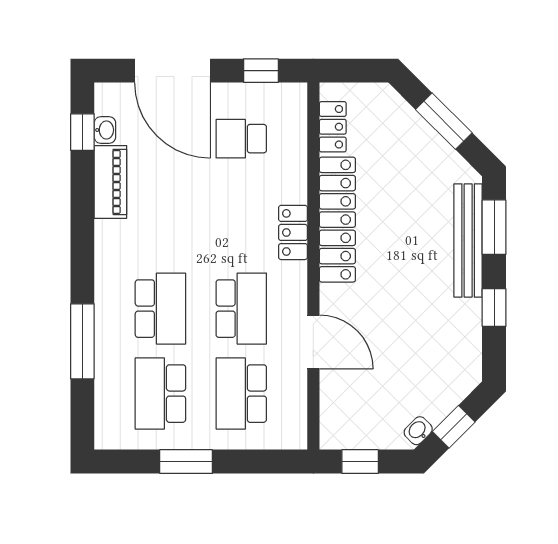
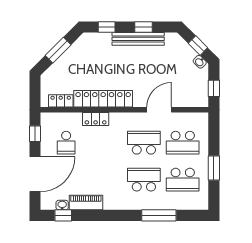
window: (494, 227) -> (107, 27), width x0.67
locker: (293, 232) -> (96, 119), moved
bench: (468, 241) -> (138, 39), moved

